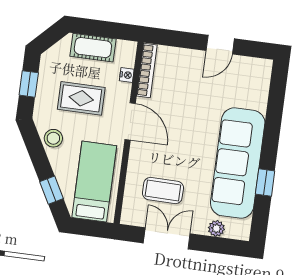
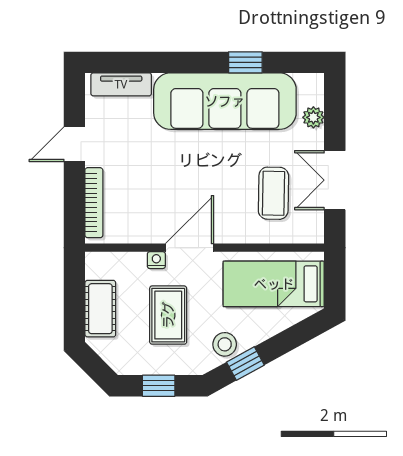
door: (220, 45) -> (74, 144), swing flipped
bookcase: (147, 70) -> (94, 203), moved, turned 90
nightstand: (127, 75) -> (156, 260), moved
tv unit: (261, 86) -> (121, 84), added
window: (51, 190) -> (245, 364), moved

